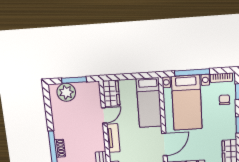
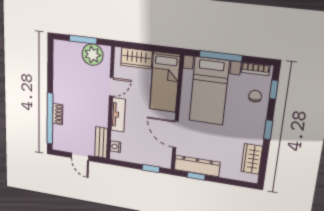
plant: (66, 92) -> (93, 55), moved
wardrobe: (111, 93) -> (136, 58), moved, turned 90
door: (164, 144) -> (176, 134), swing flipped

